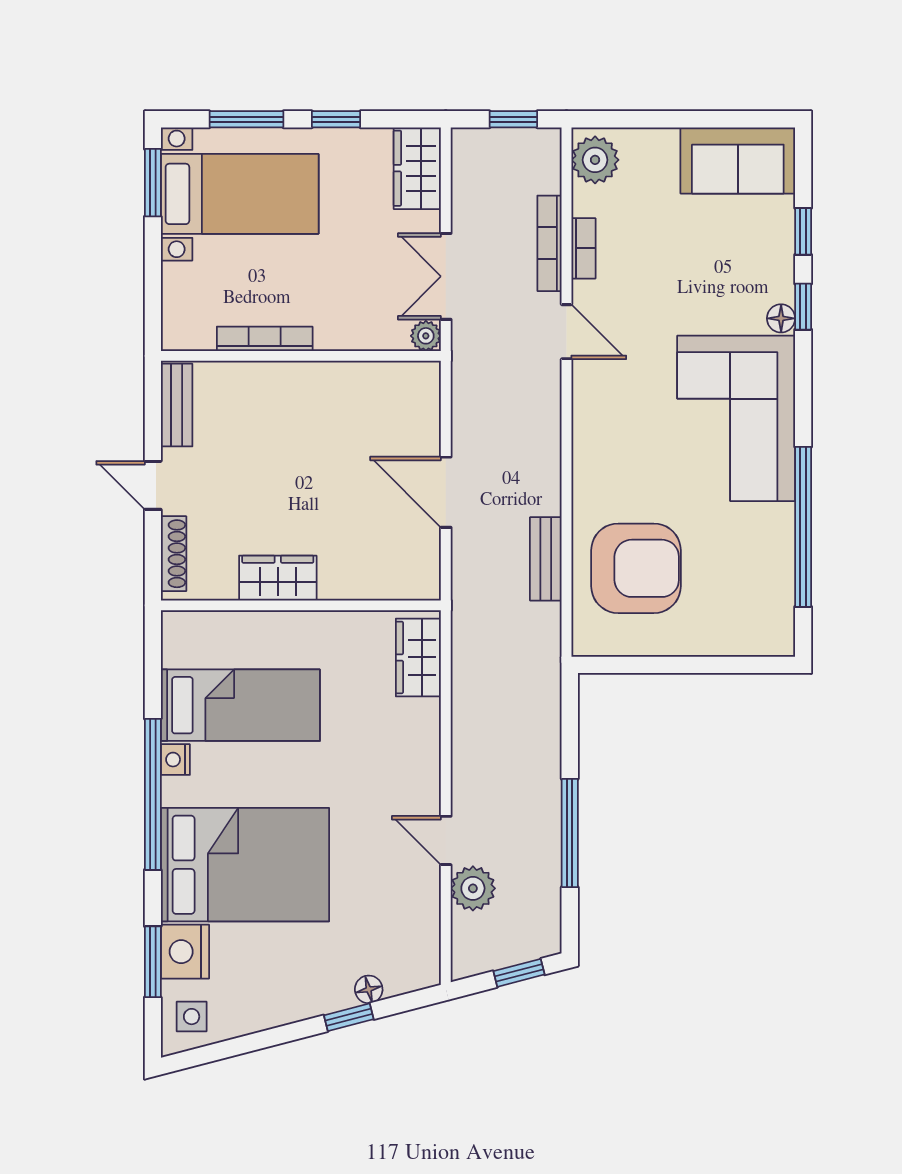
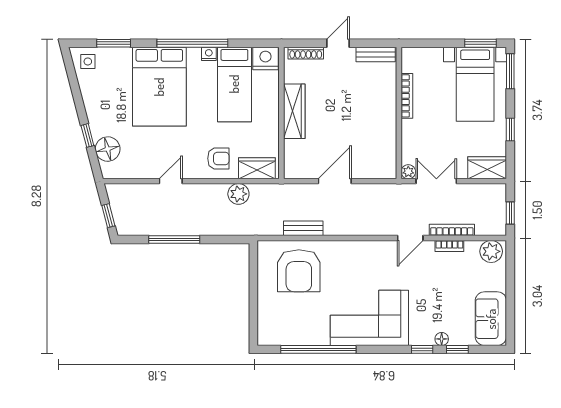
window: (246, 119) -> (510, 71), moved
floor lamp: (781, 318) -> (442, 339), moved
wardrobe: (278, 578) -> (294, 111), width x1.50
armchair: (398, 739) -> (218, 158), added
plant: (473, 888) -> (238, 194), moved
nightstand: (185, 952) -> (265, 58), moved
floor lamp: (369, 989) -> (108, 149), width x1.89, depth x1.89

